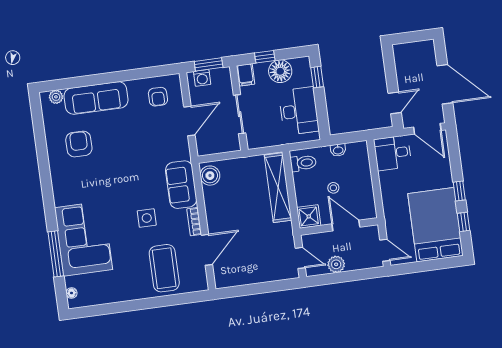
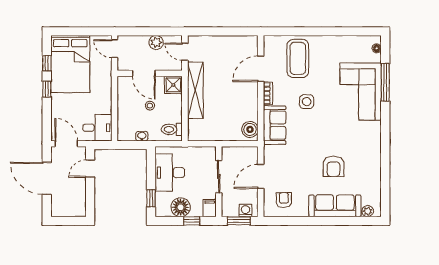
armchair: (79, 144) -> (334, 166), moved
shelving: (278, 188) -> (195, 90), moved

